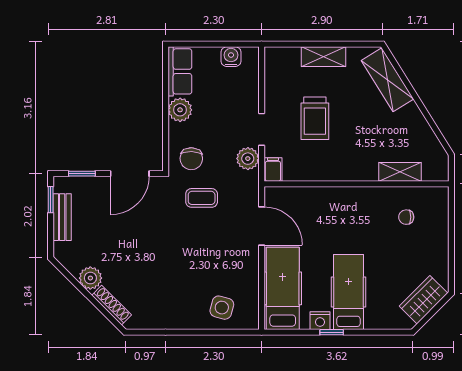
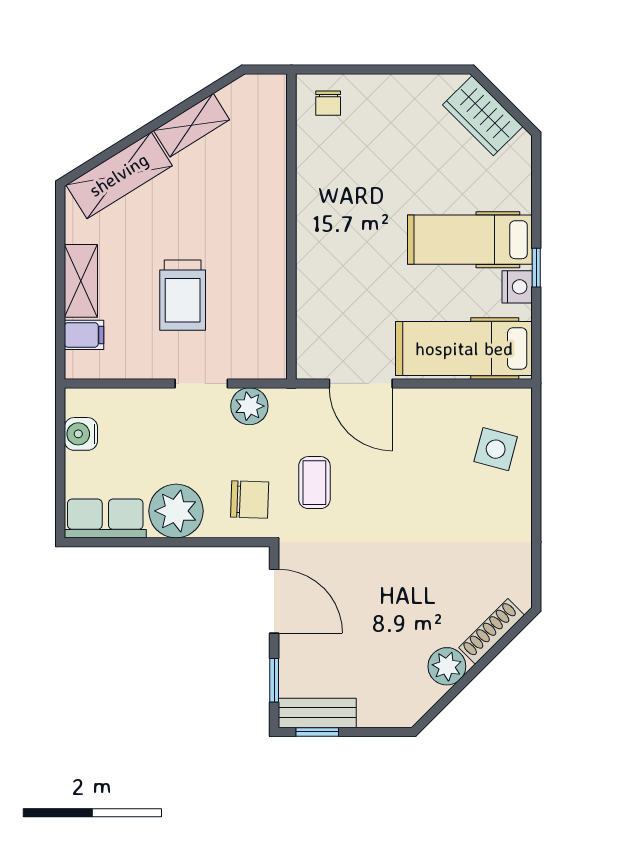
plant: (180, 110) -> (176, 511), width x1.36, depth x1.36
trolley: (315, 118) -> (183, 295), turned 90
filing cabinet: (273, 170) -> (84, 335), moved, turned 180
shelving: (400, 172) -> (192, 125), moved, turned 58
bench: (62, 217) -> (317, 713), moved
chair: (406, 217) -> (328, 103), moved
door: (262, 226) -> (361, 383), swing flipped

